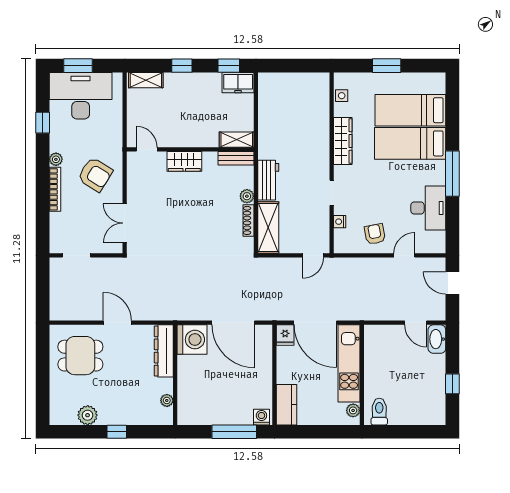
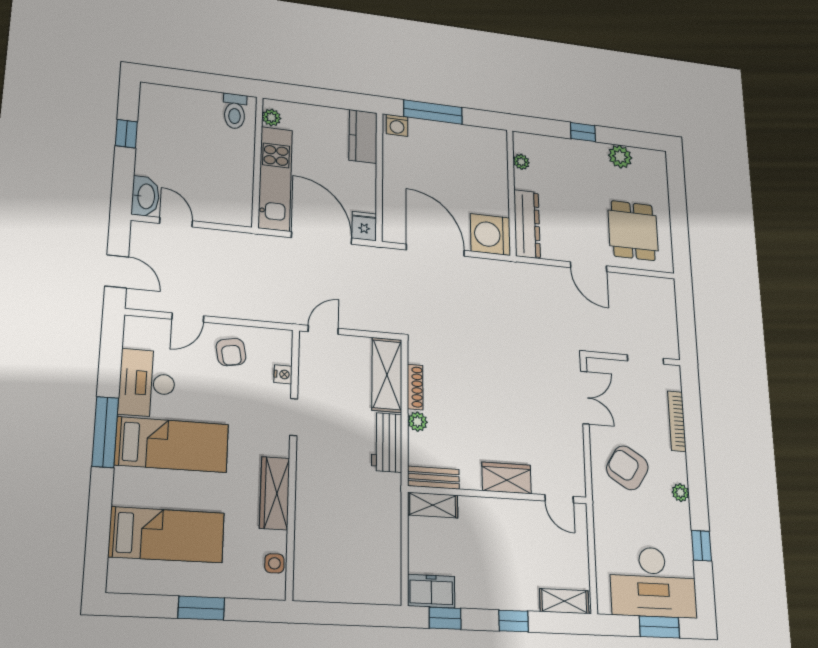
bed: (410, 143) -> (172, 445), moved
bookcase: (55, 189) -> (677, 421), moved
dining table: (80, 356) -> (633, 231), turned 90

